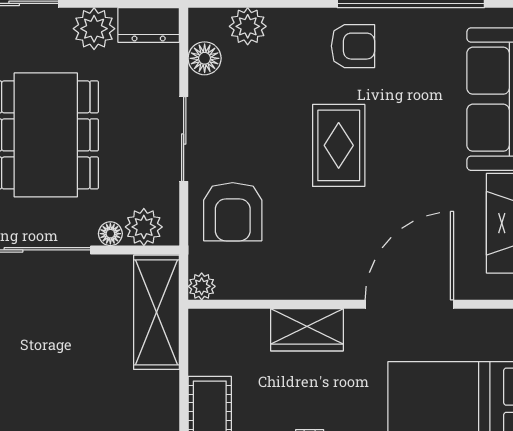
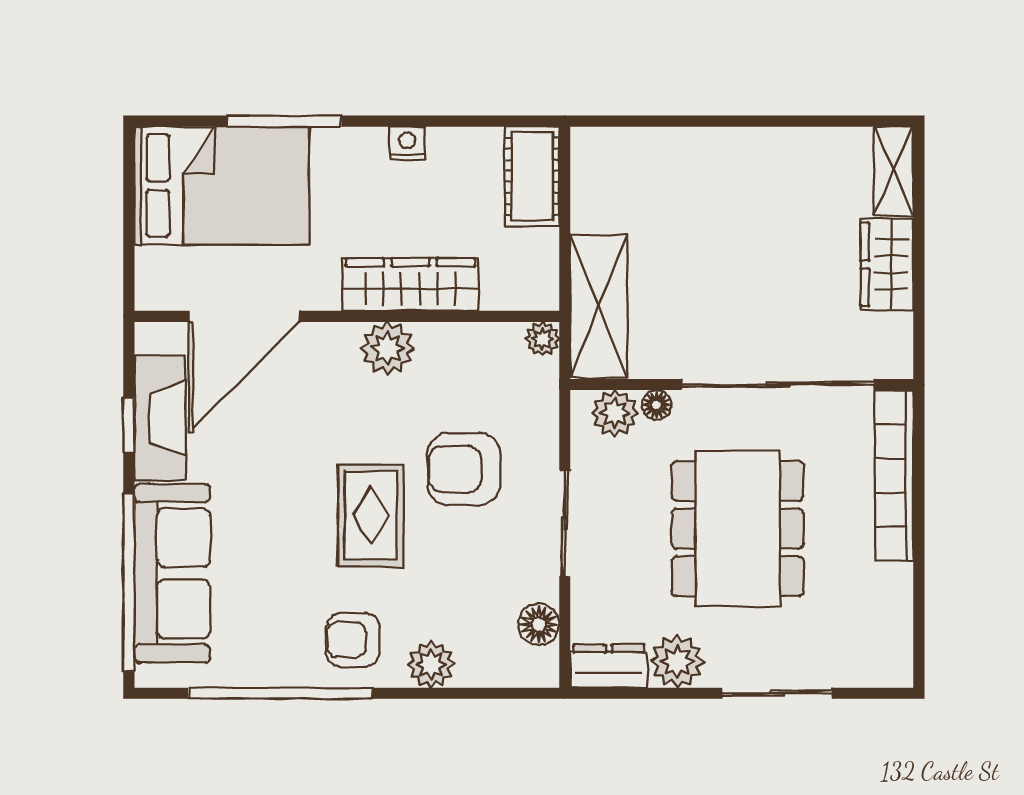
plant: (248, 26) -> (431, 664), moved
armchair: (233, 212) -> (464, 469), moved, turned -90
plant: (325, 279) -> (388, 348), added
door: (409, 304) -> (244, 316), moved
wardrobe: (307, 330) -> (410, 284), width x1.50

